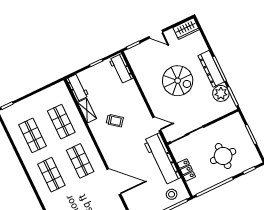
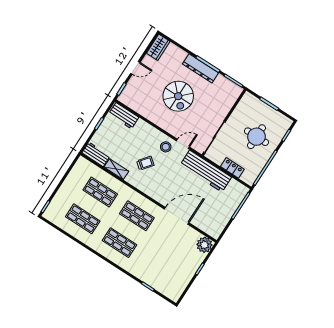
spiral stairs: (178, 81) -> (178, 96), turned 90
plant: (221, 93) -> (222, 84), removed
stool: (172, 194) -> (166, 147), moved

